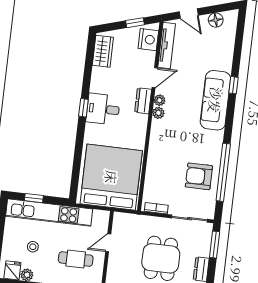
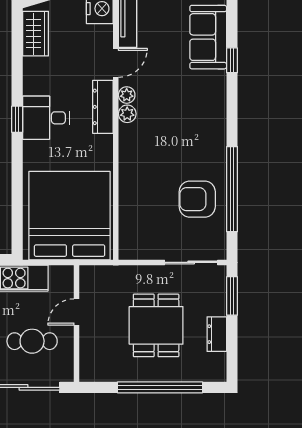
sofa: (215, 100) -> (208, 37), moved, width x0.73
dresser: (143, 101) -> (103, 107), width x1.44
bookcase: (156, 208) -> (141, 253), removed

